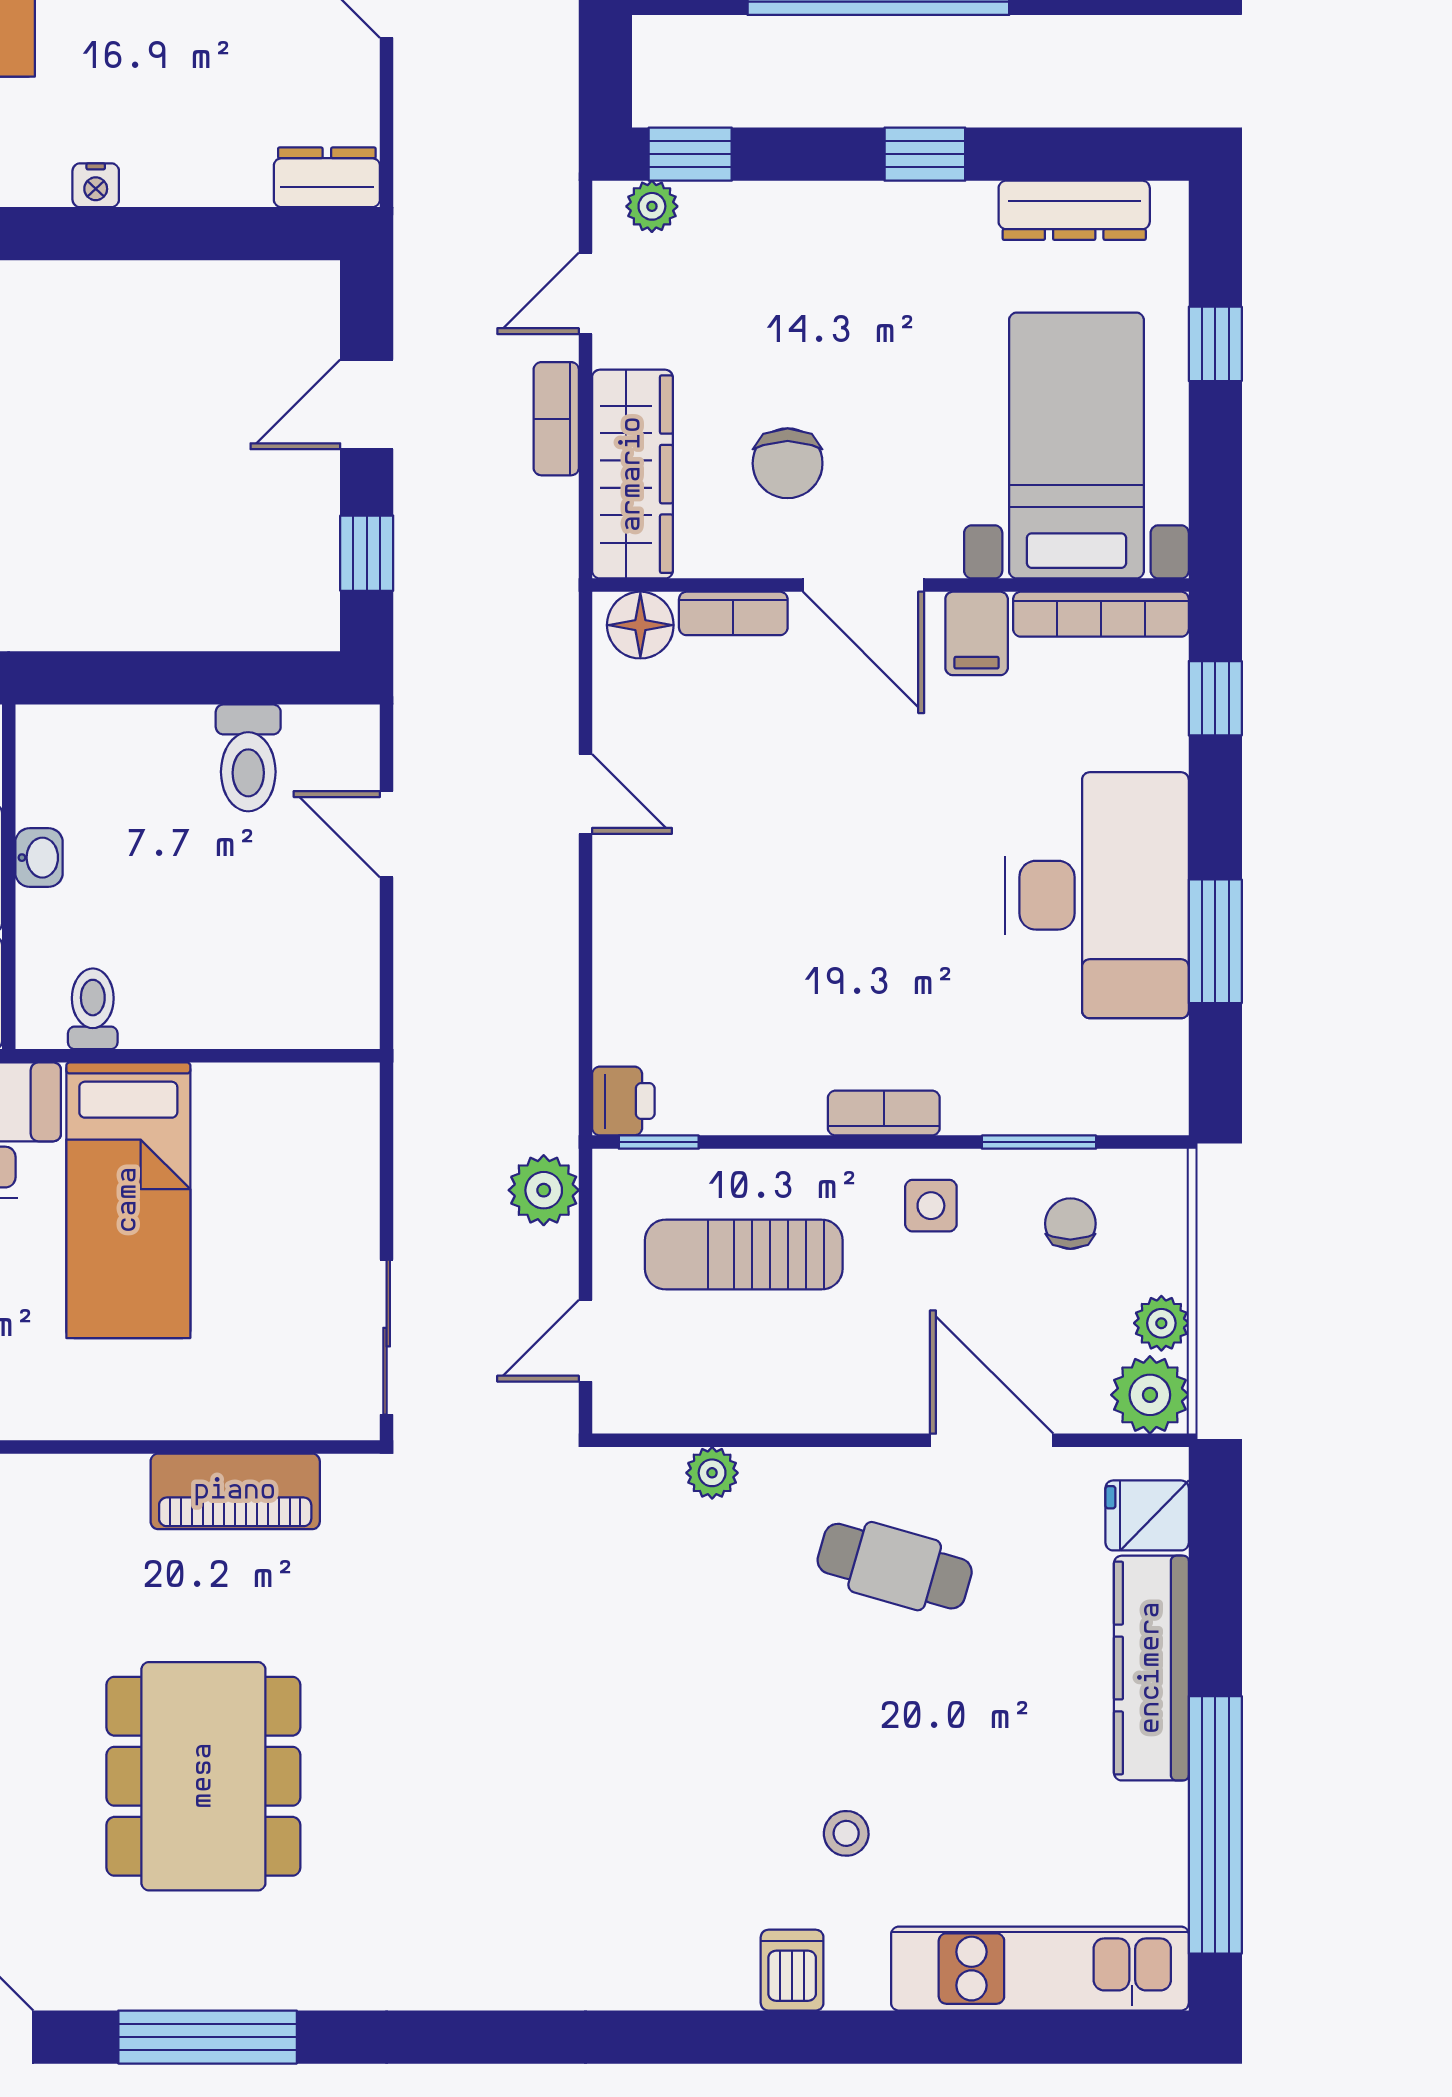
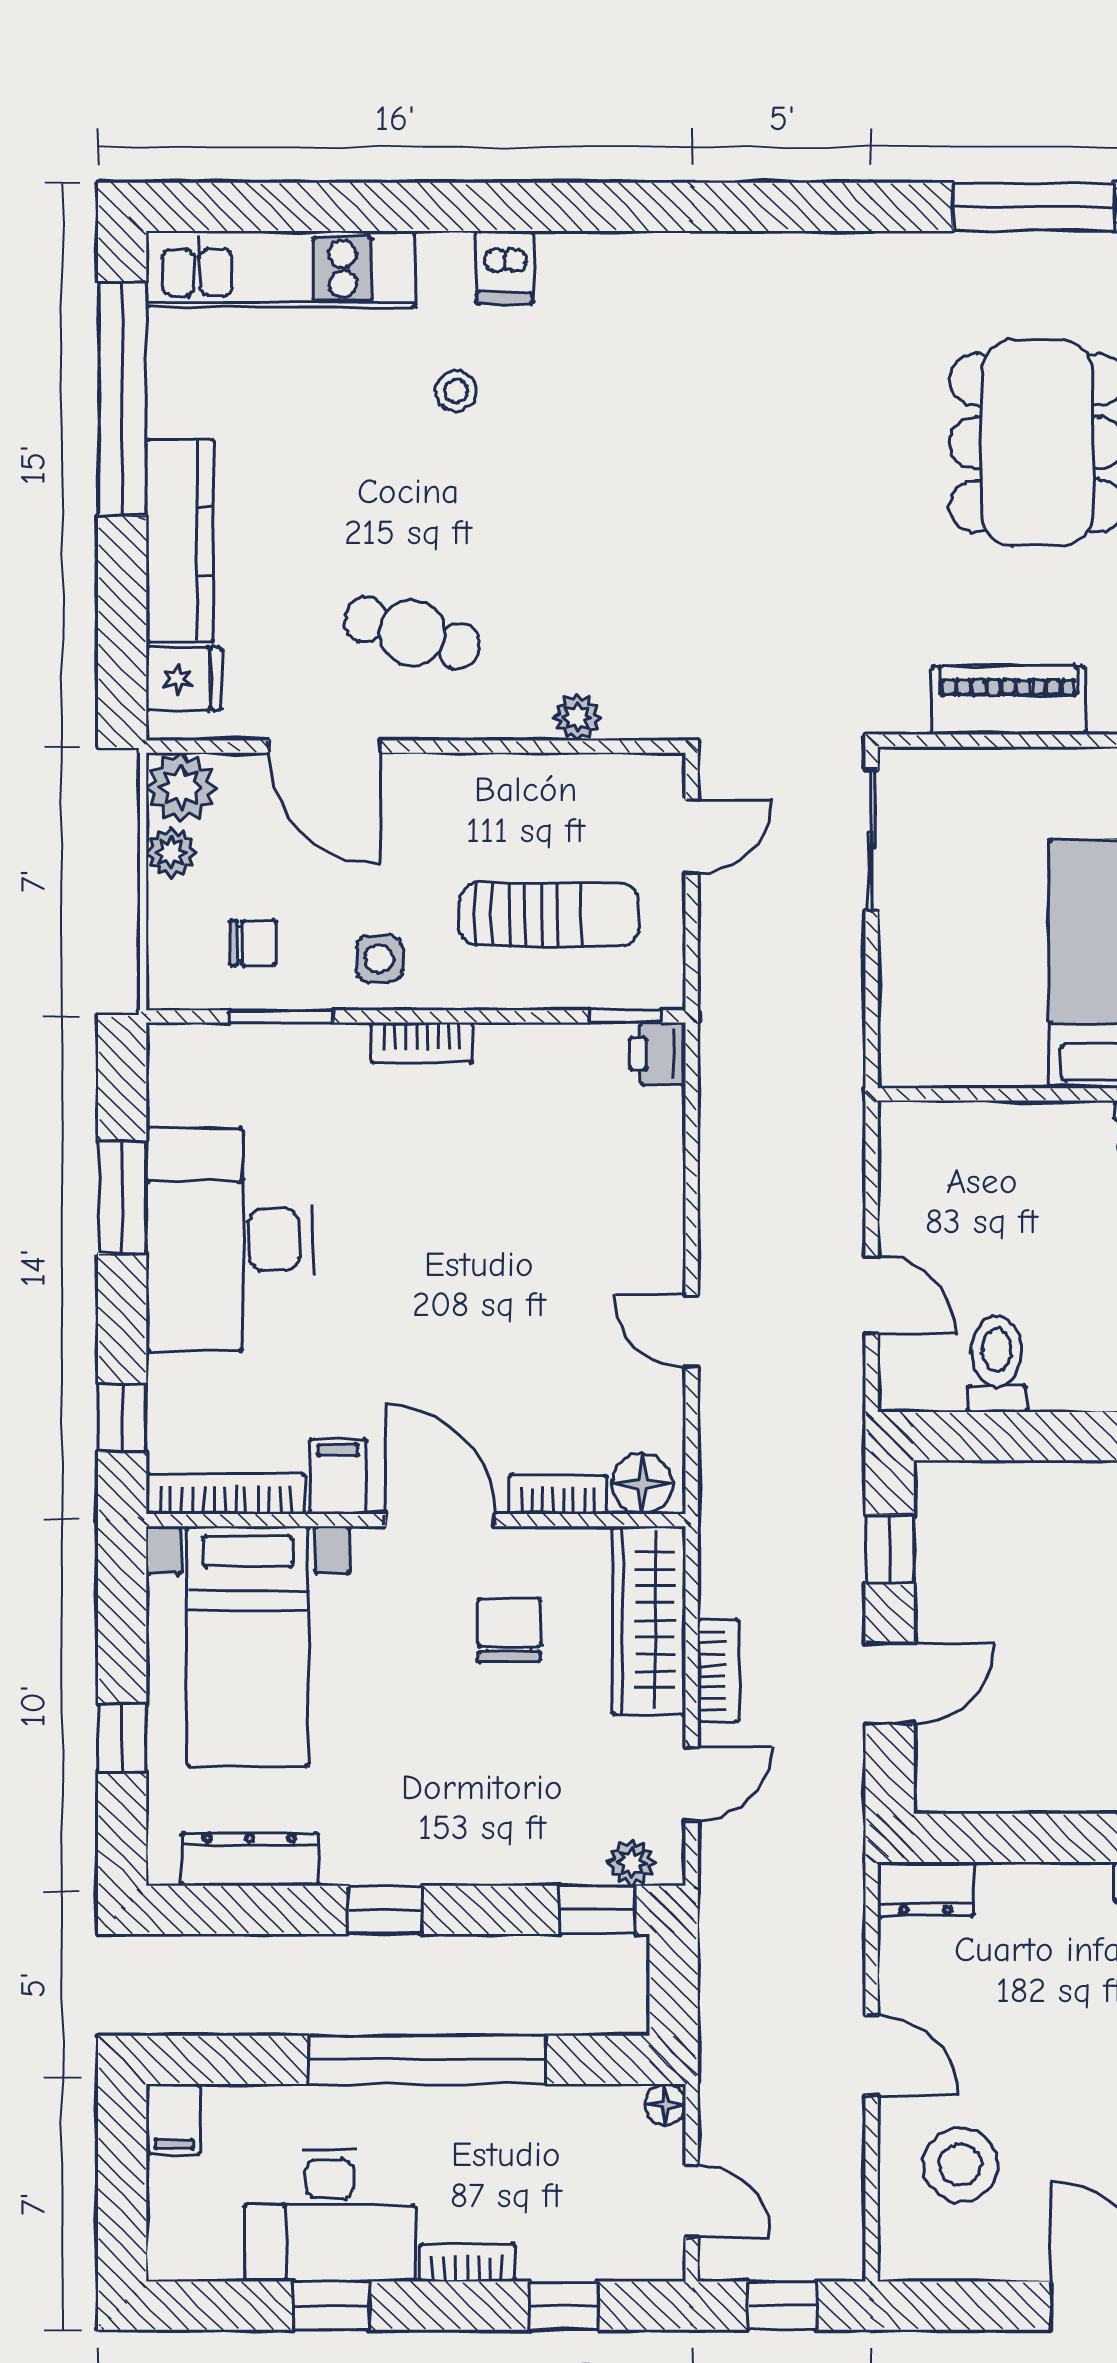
plant: (544, 1190) -> (729, 973), removed
chair: (1070, 1224) -> (253, 943), turned -90

